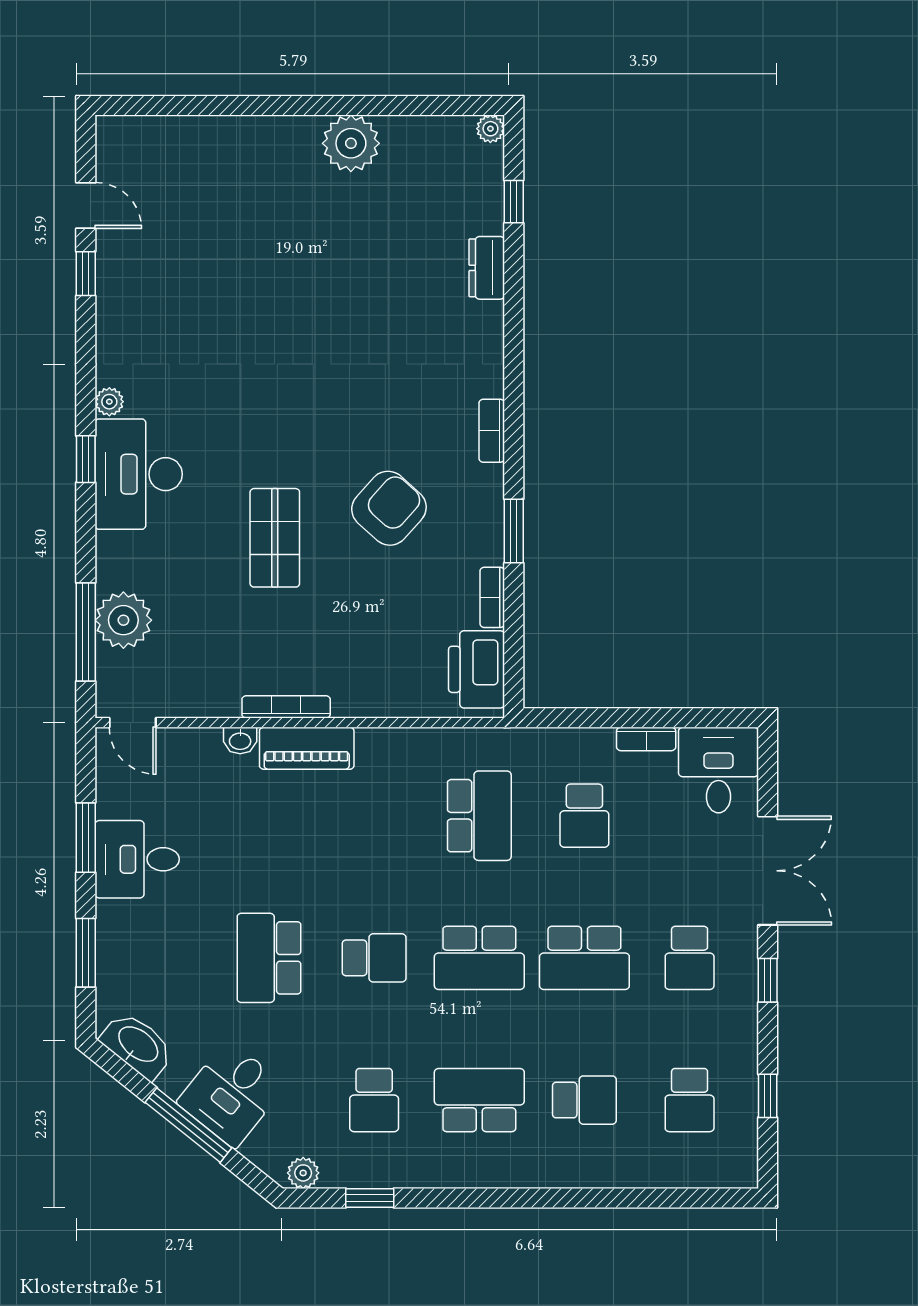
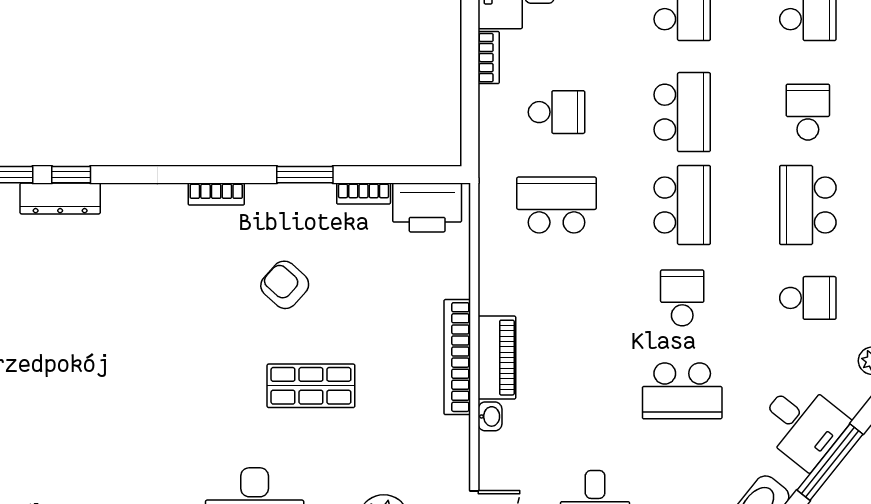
window: (514, 266) -> (71, 175), added
dresser: (487, 268) -> (60, 198), width x1.44
armchair: (389, 508) -> (285, 285), width x0.72, depth x0.72
bookcase: (286, 707) -> (457, 357), width x1.48, depth x1.31

